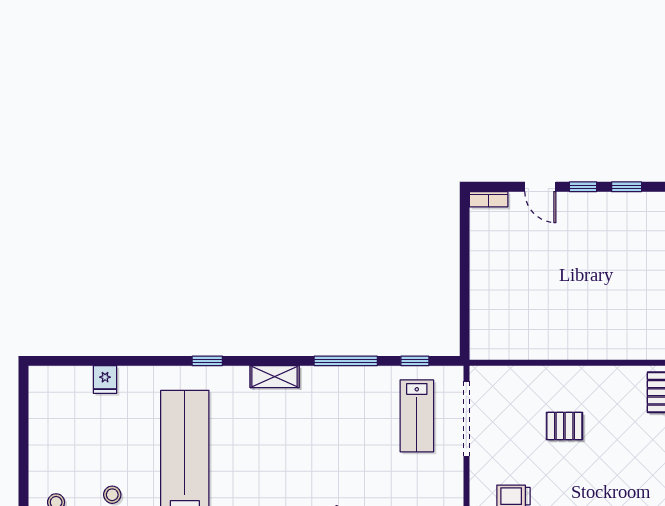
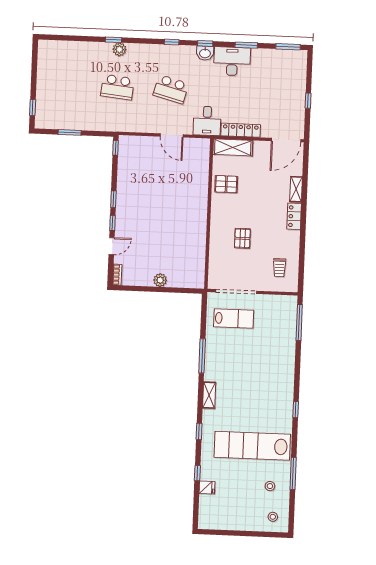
plant: (482, 278) -> (160, 280), added
window: (415, 361) -> (197, 473), moved

